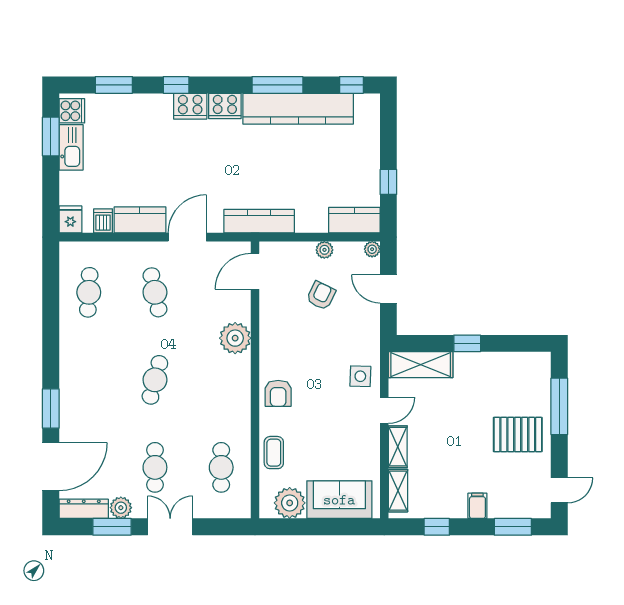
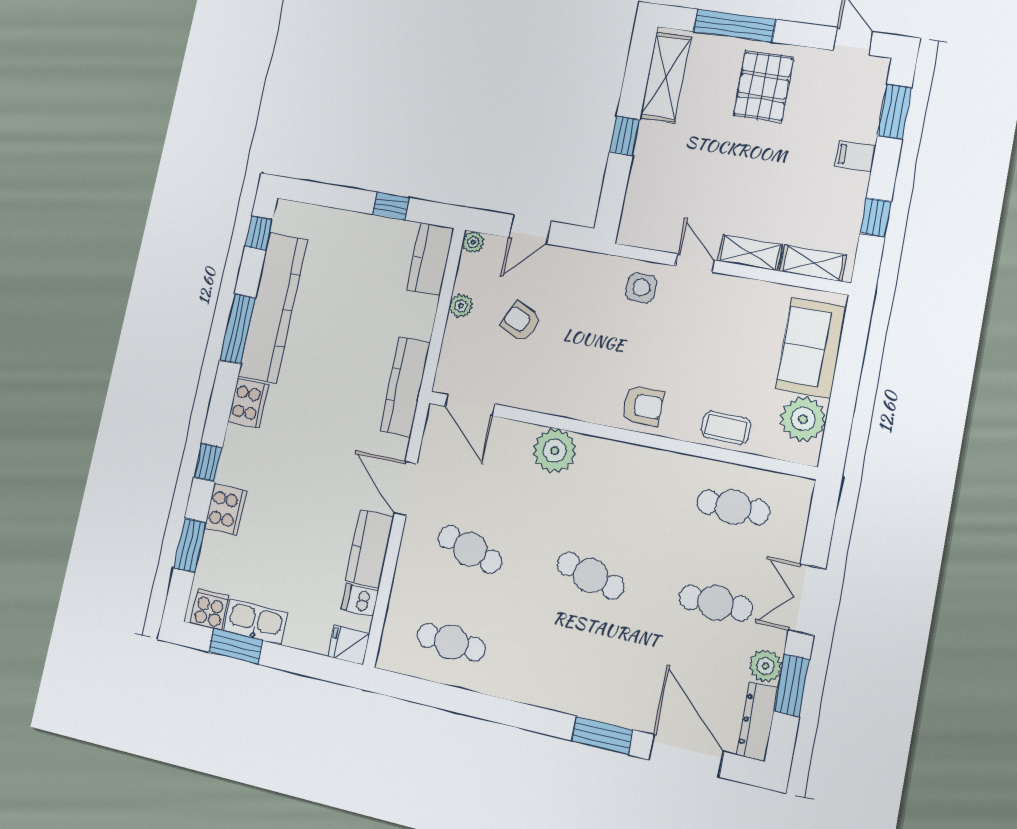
cooker: (190, 106) -> (225, 509), moved
cafe table: (155, 292) -> (470, 549), turned 30
shelving: (421, 365) -> (666, 77), moved

